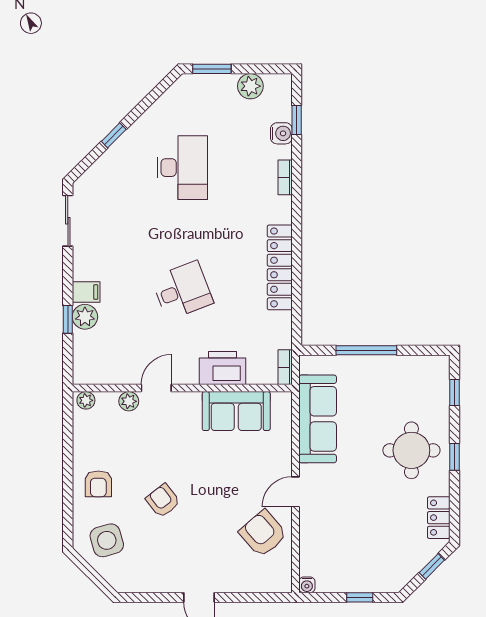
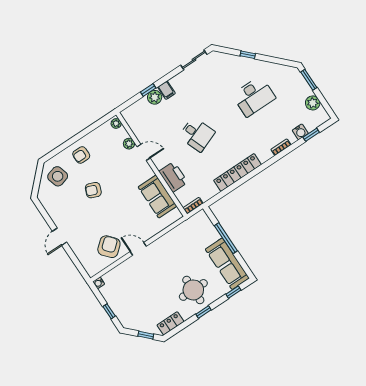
sofa: (318, 419) -> (227, 264), moved, turned 90
armchair: (163, 501) -> (93, 190), turned -120

